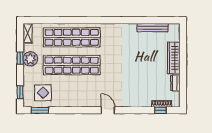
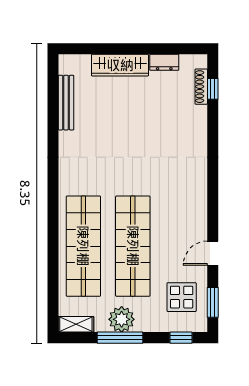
window: (20, 58) -> (120, 338), width x2.17
door: (108, 110) -> (213, 253), moved

